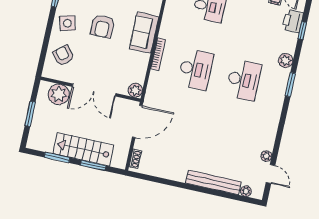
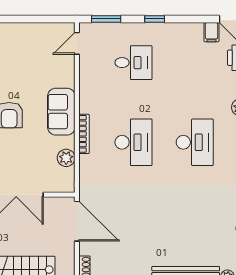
plant: (135, 90) -> (66, 158), moved
door: (137, 121) -> (77, 221), hinge flipped

